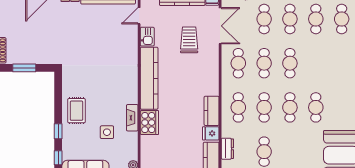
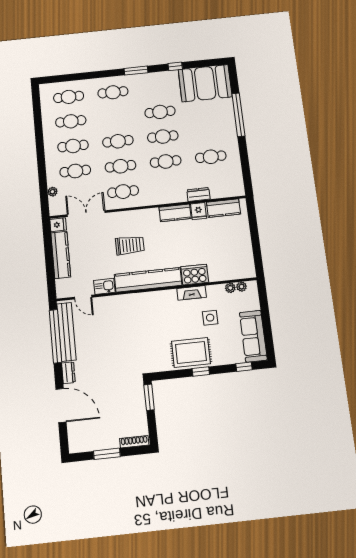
trolley: (189, 40) -> (130, 245), moved, turned 180
window: (24, 68) -> (149, 397), moved
cafe table: (238, 107) -> (113, 92), moved
rug: (76, 111) -> (191, 352), width x1.36, depth x1.43
window: (58, 131) -> (201, 371), moved
dresser: (227, 149) -> (198, 194), moved
plant: (133, 154) -> (230, 288), added

